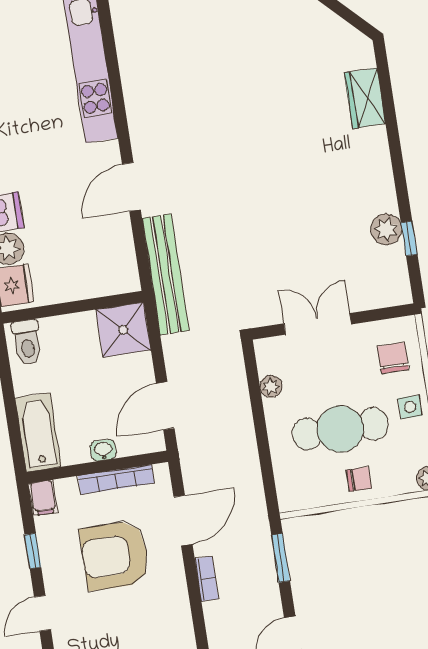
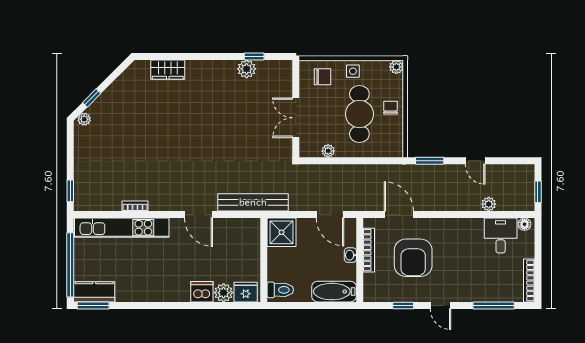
chair: (393, 358) -> (323, 77), turned 180
filing cabinet: (43, 498) -> (373, 294), removed
bookcase: (207, 579) -> (135, 206), moved

